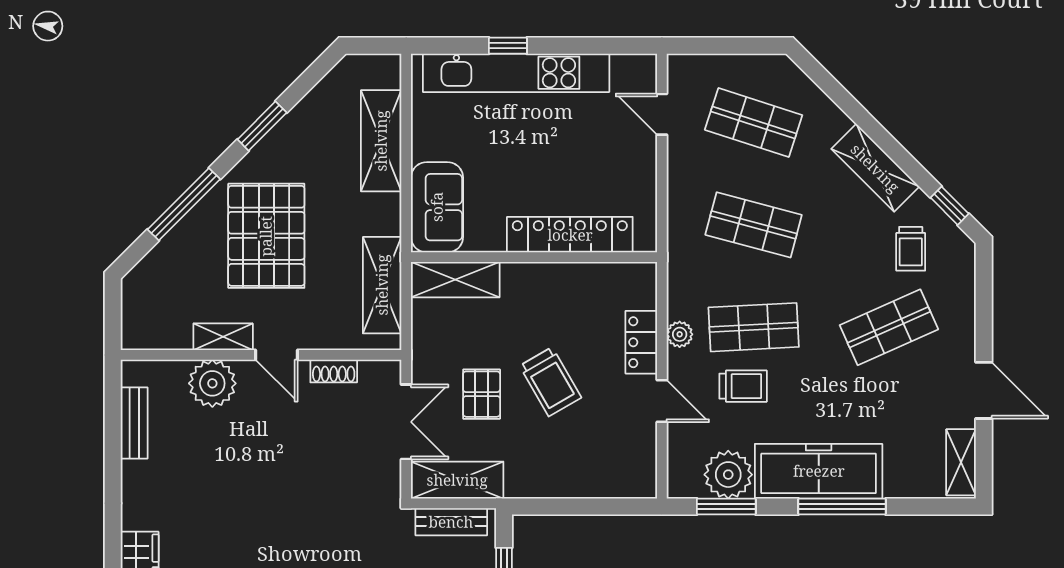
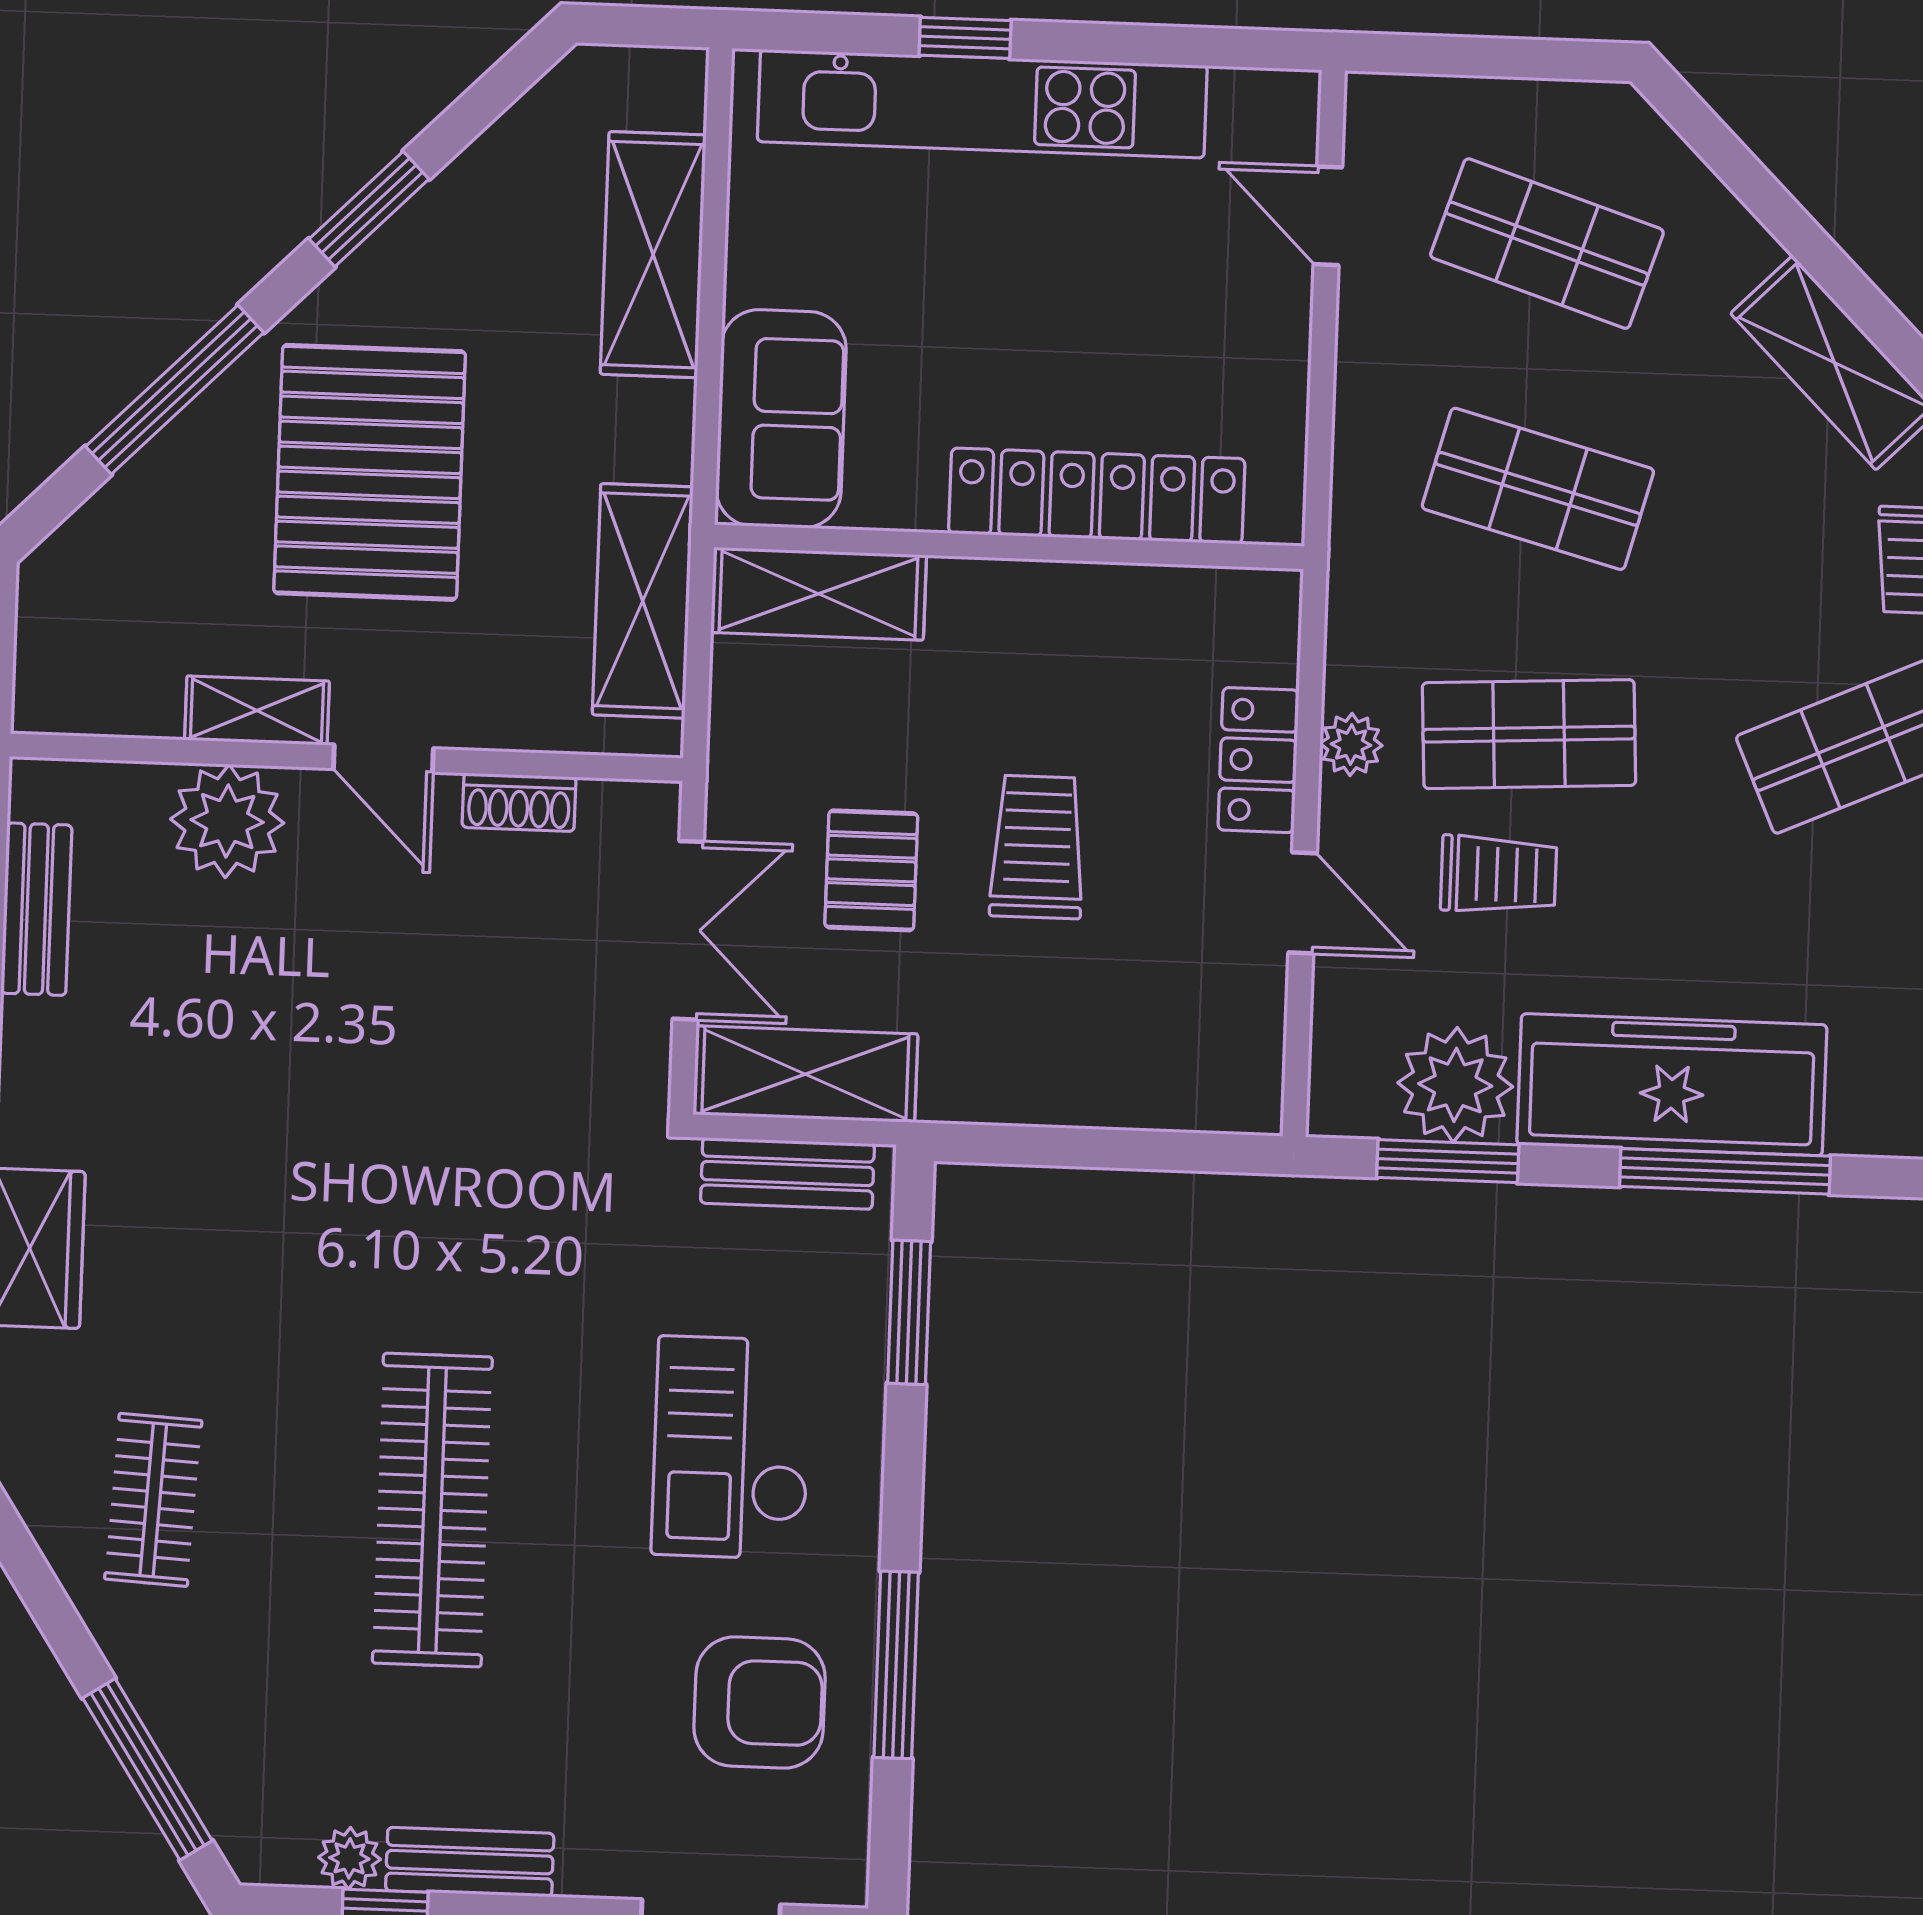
trolley: (550, 382) -> (1037, 847), turned -150

